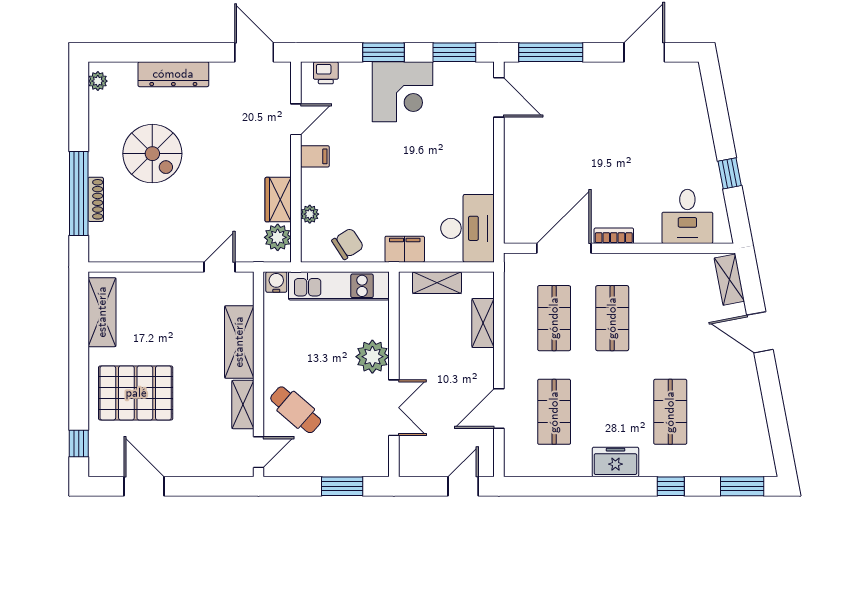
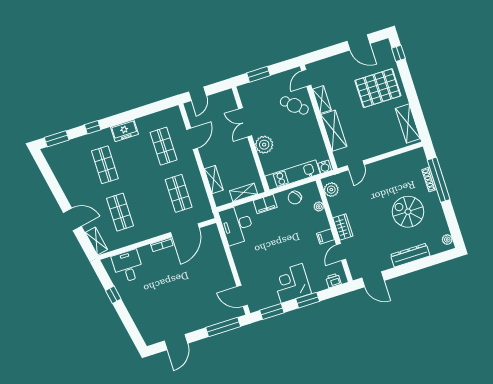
wardrobe: (278, 200) -> (343, 227), moved
shop shelf: (612, 318) -> (120, 212), moved

